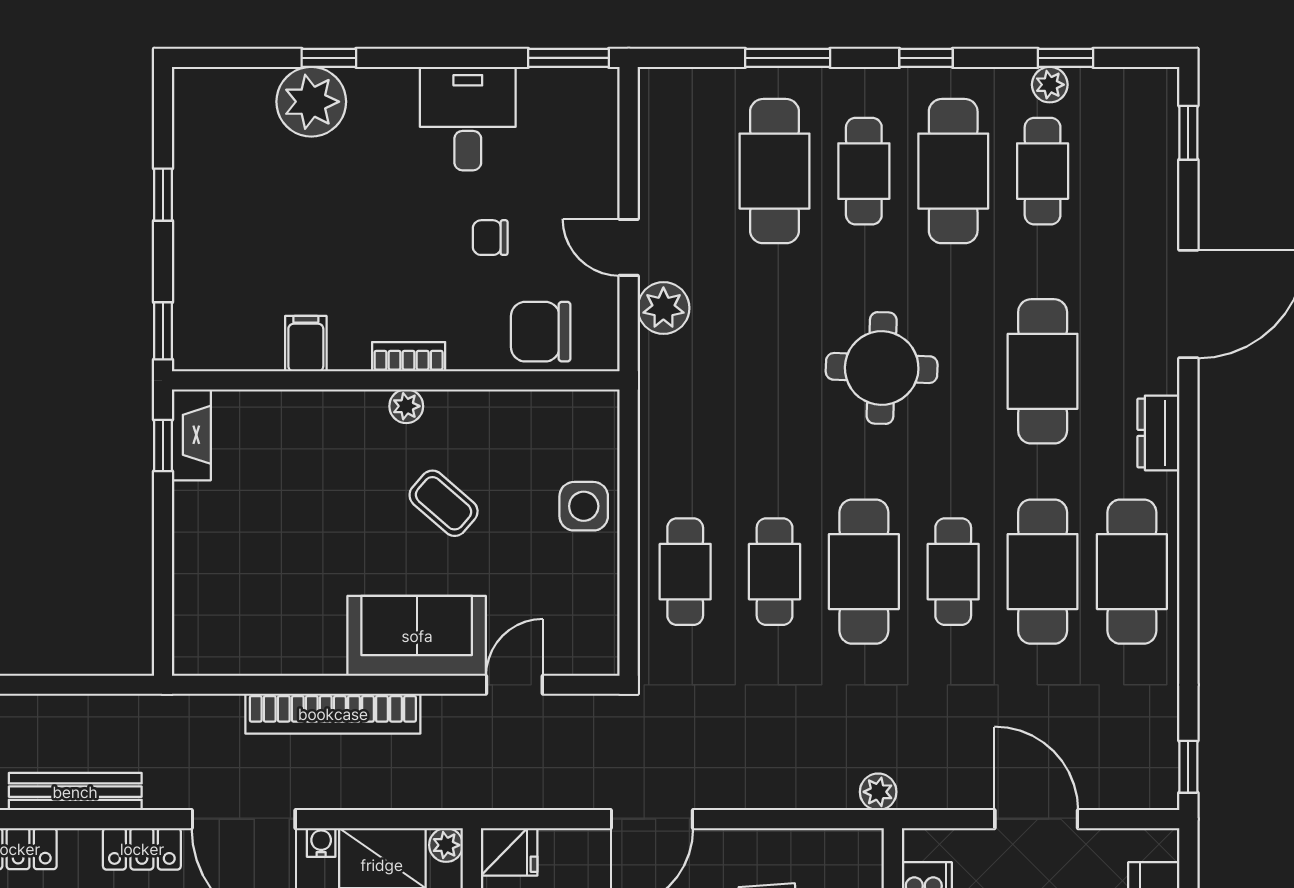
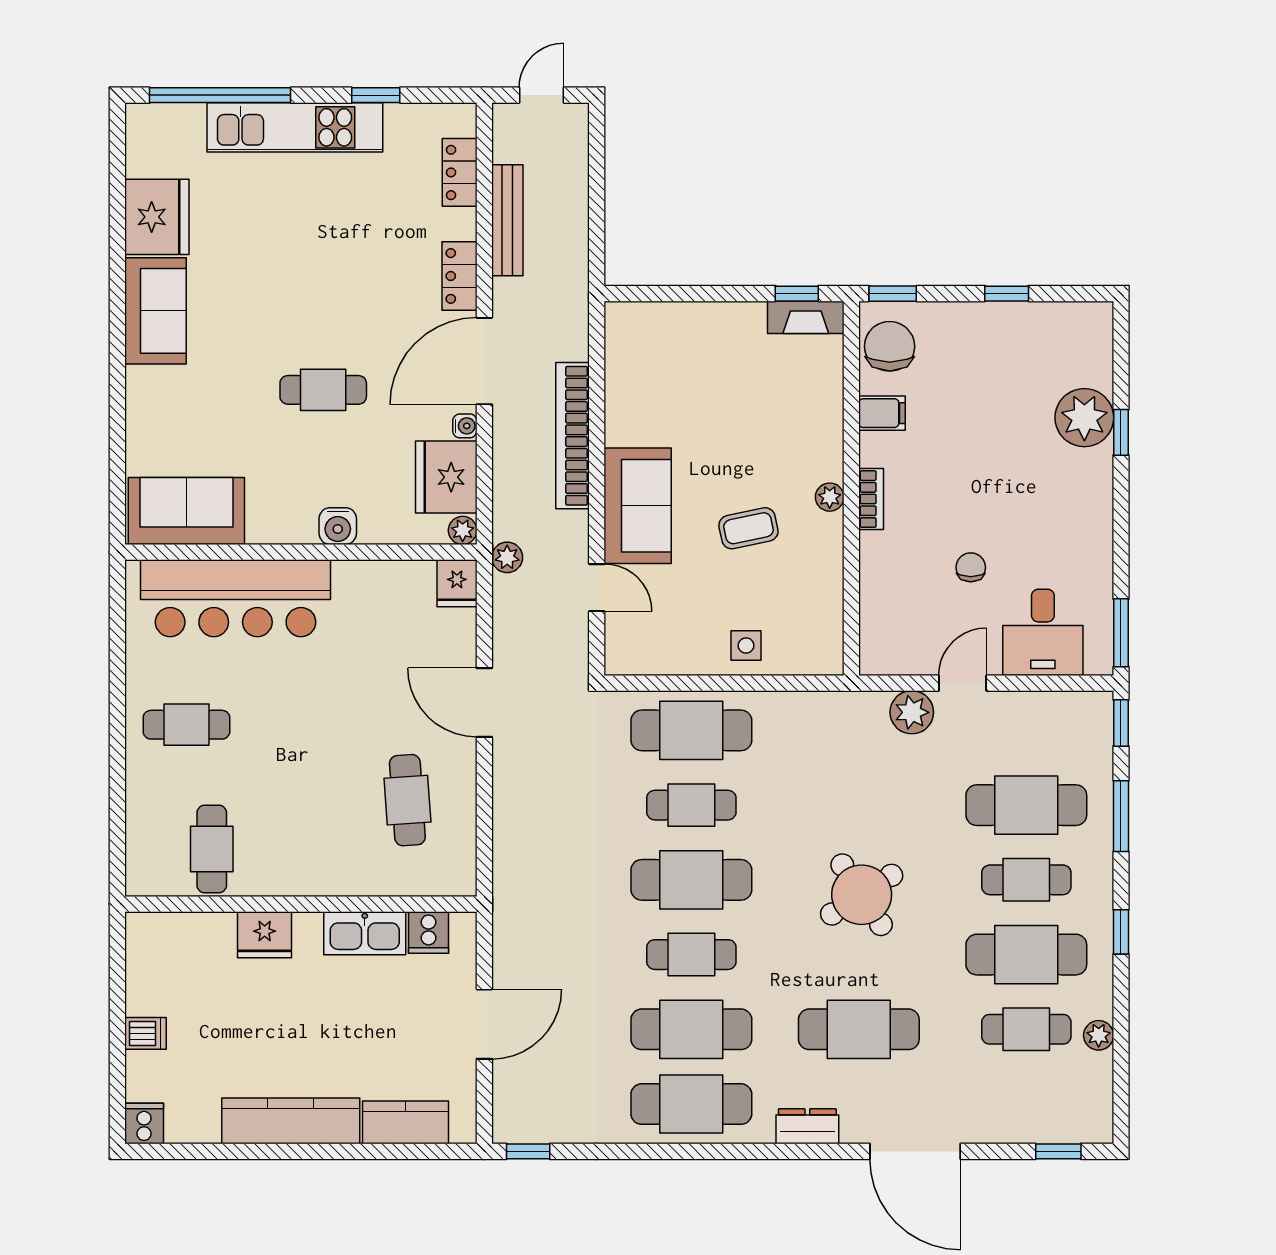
window: (1066, 58) -> (1121, 723), moved
desk: (468, 119) -> (1043, 632), moved, turned 90
chair: (541, 332) -> (890, 346), moved
round table: (882, 368) -> (862, 895), turned -35
coffee table: (444, 503) -> (748, 528), turned 37
side table: (584, 506) -> (746, 646), width x0.73, depth x0.73
cafe table: (685, 572) -> (691, 730), width x1.37, depth x1.35
plant: (878, 792) -> (507, 557), moved

